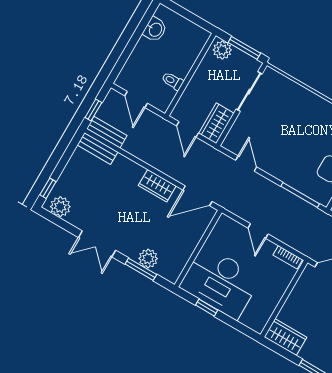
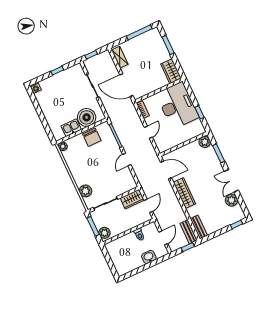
washbasin: (155, 29) -> (149, 257), moved
plant: (289, 90) -> (85, 191), added
door: (246, 164) -> (127, 159), moved
wardrobe: (157, 186) -> (184, 193), width x1.50
plant: (60, 207) -> (231, 200), moved
double door: (97, 244) -> (231, 181), swing flipped
plant: (148, 258) -> (205, 142), moved
desk: (220, 282) -> (177, 105), moved

